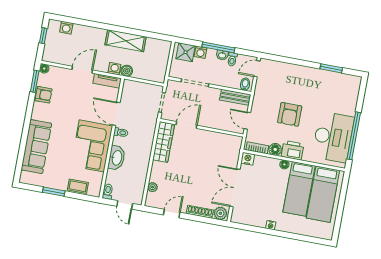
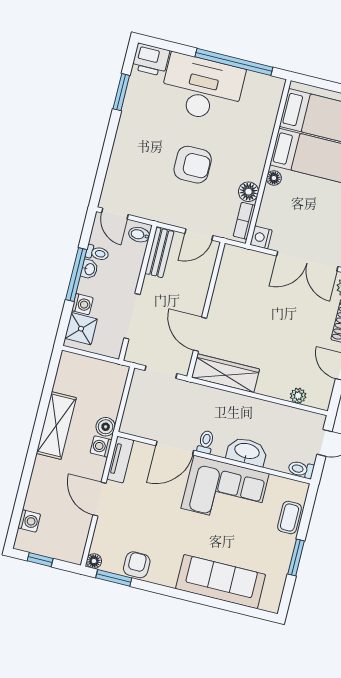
desk: (333, 137) -> (202, 88), moved
printer: (292, 150) -> (151, 60), moved, turned -90

